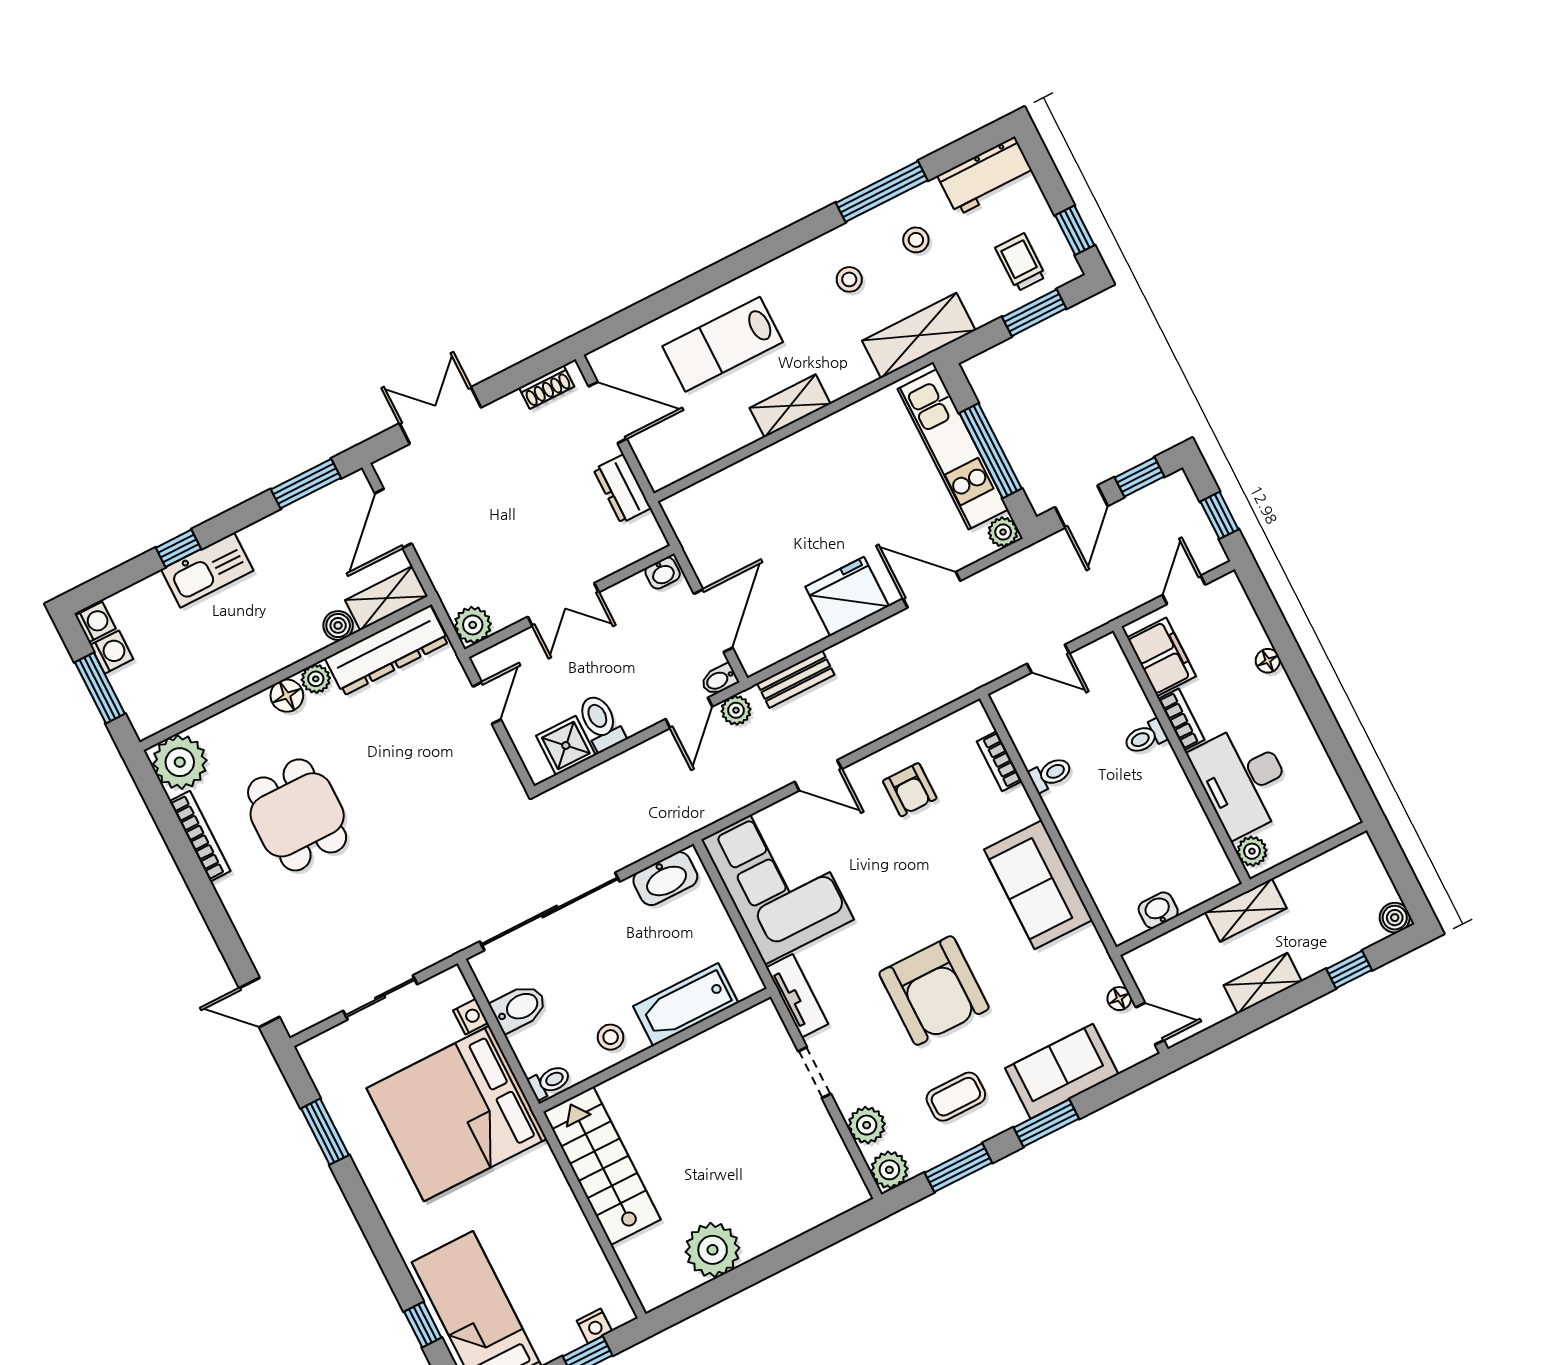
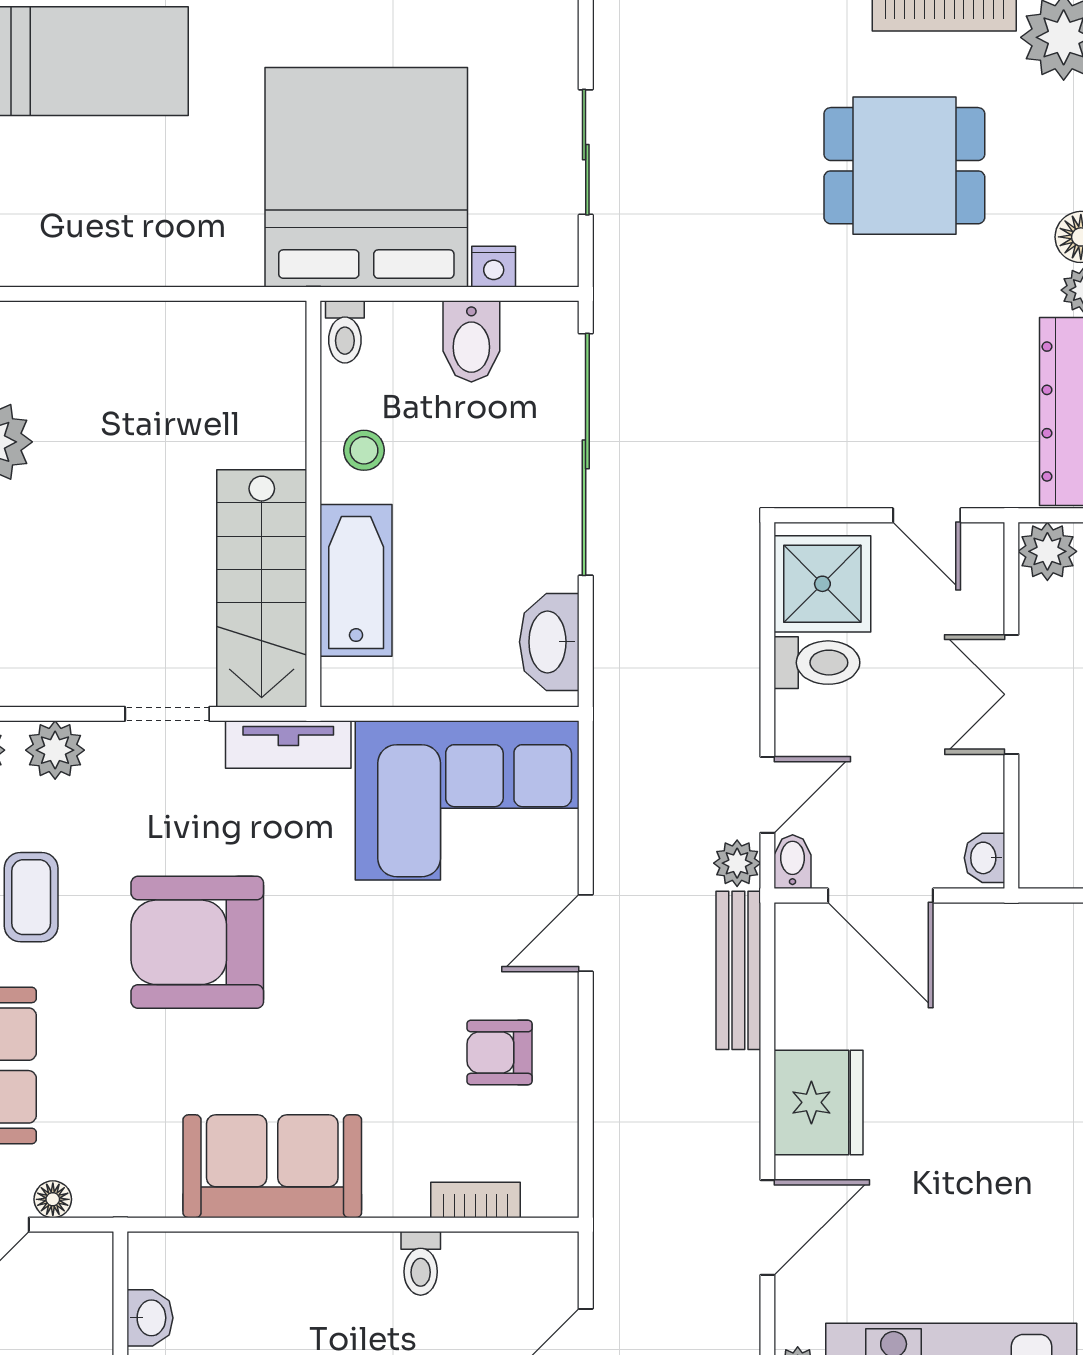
bench: (796, 679) -> (738, 970), width x1.36
door: (689, 713) -> (767, 795), swing flipped
shower: (566, 746) -> (822, 584), width x1.36, depth x1.36
stairs: (602, 1166) -> (262, 588), moved, turned 90

